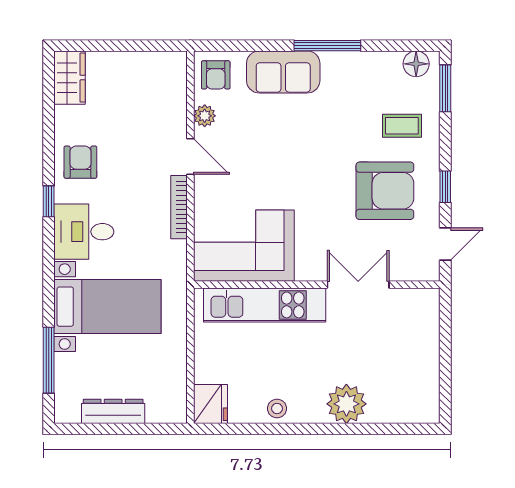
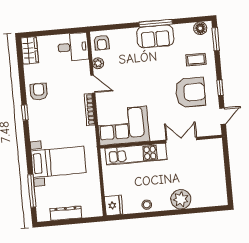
sofa: (283, 72) -> (155, 36), moved
desk: (84, 232) -> (73, 47), moved, turned 180

